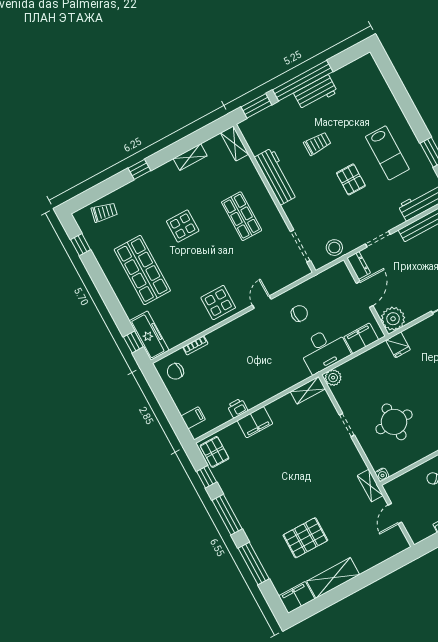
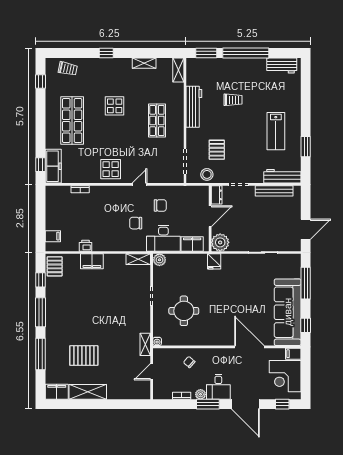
workbench: (316, 93) -> (282, 65), moved
pallet: (351, 179) -> (217, 150), moved
chair: (175, 371) -> (136, 223), moved

